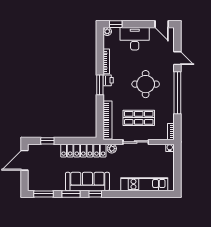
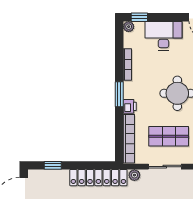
printer: (108, 80) -> (130, 106), moved

